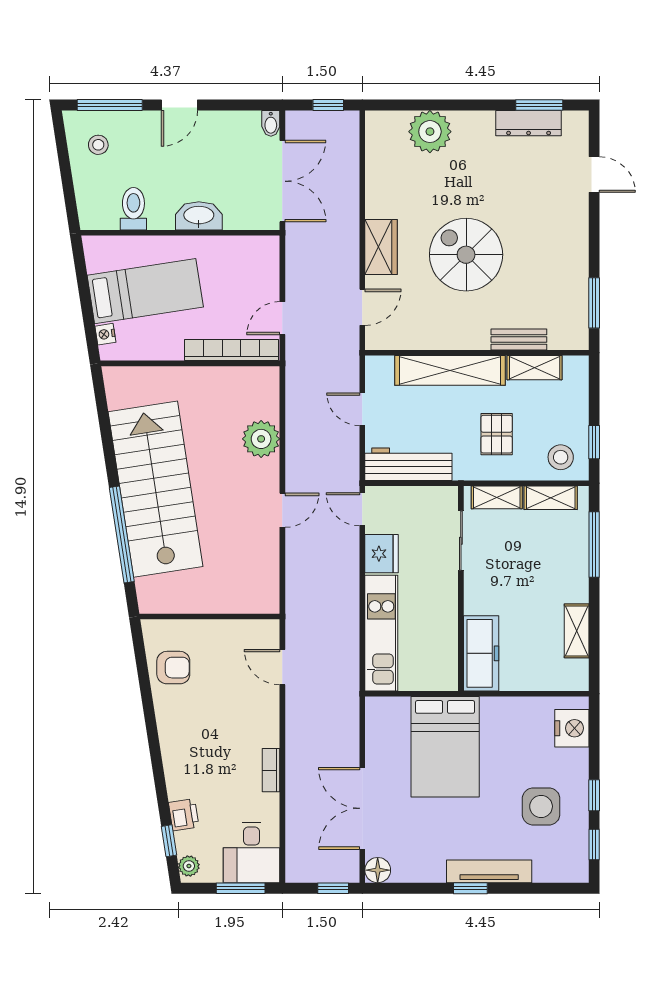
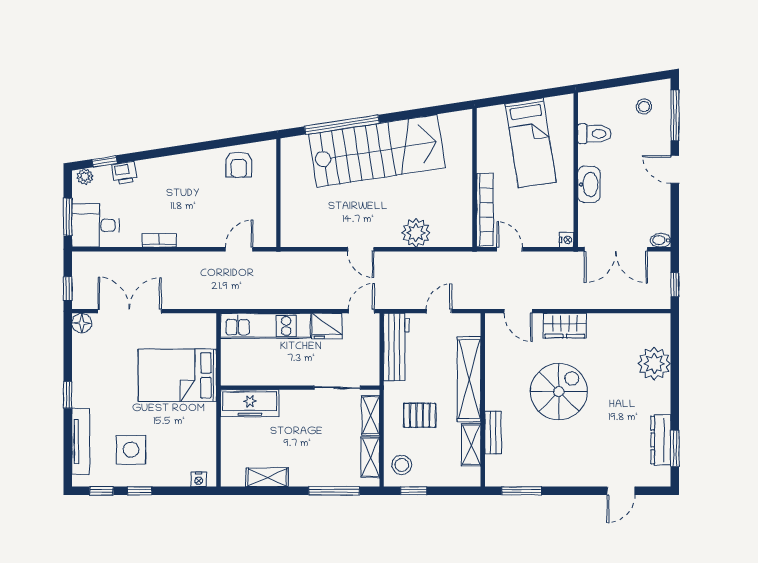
nightstand: (105, 334) -> (567, 240), moved, turned 99
nightstand: (572, 728) -> (199, 479), width x0.53, depth x0.56
tv unit: (489, 871) -> (81, 442), moved

